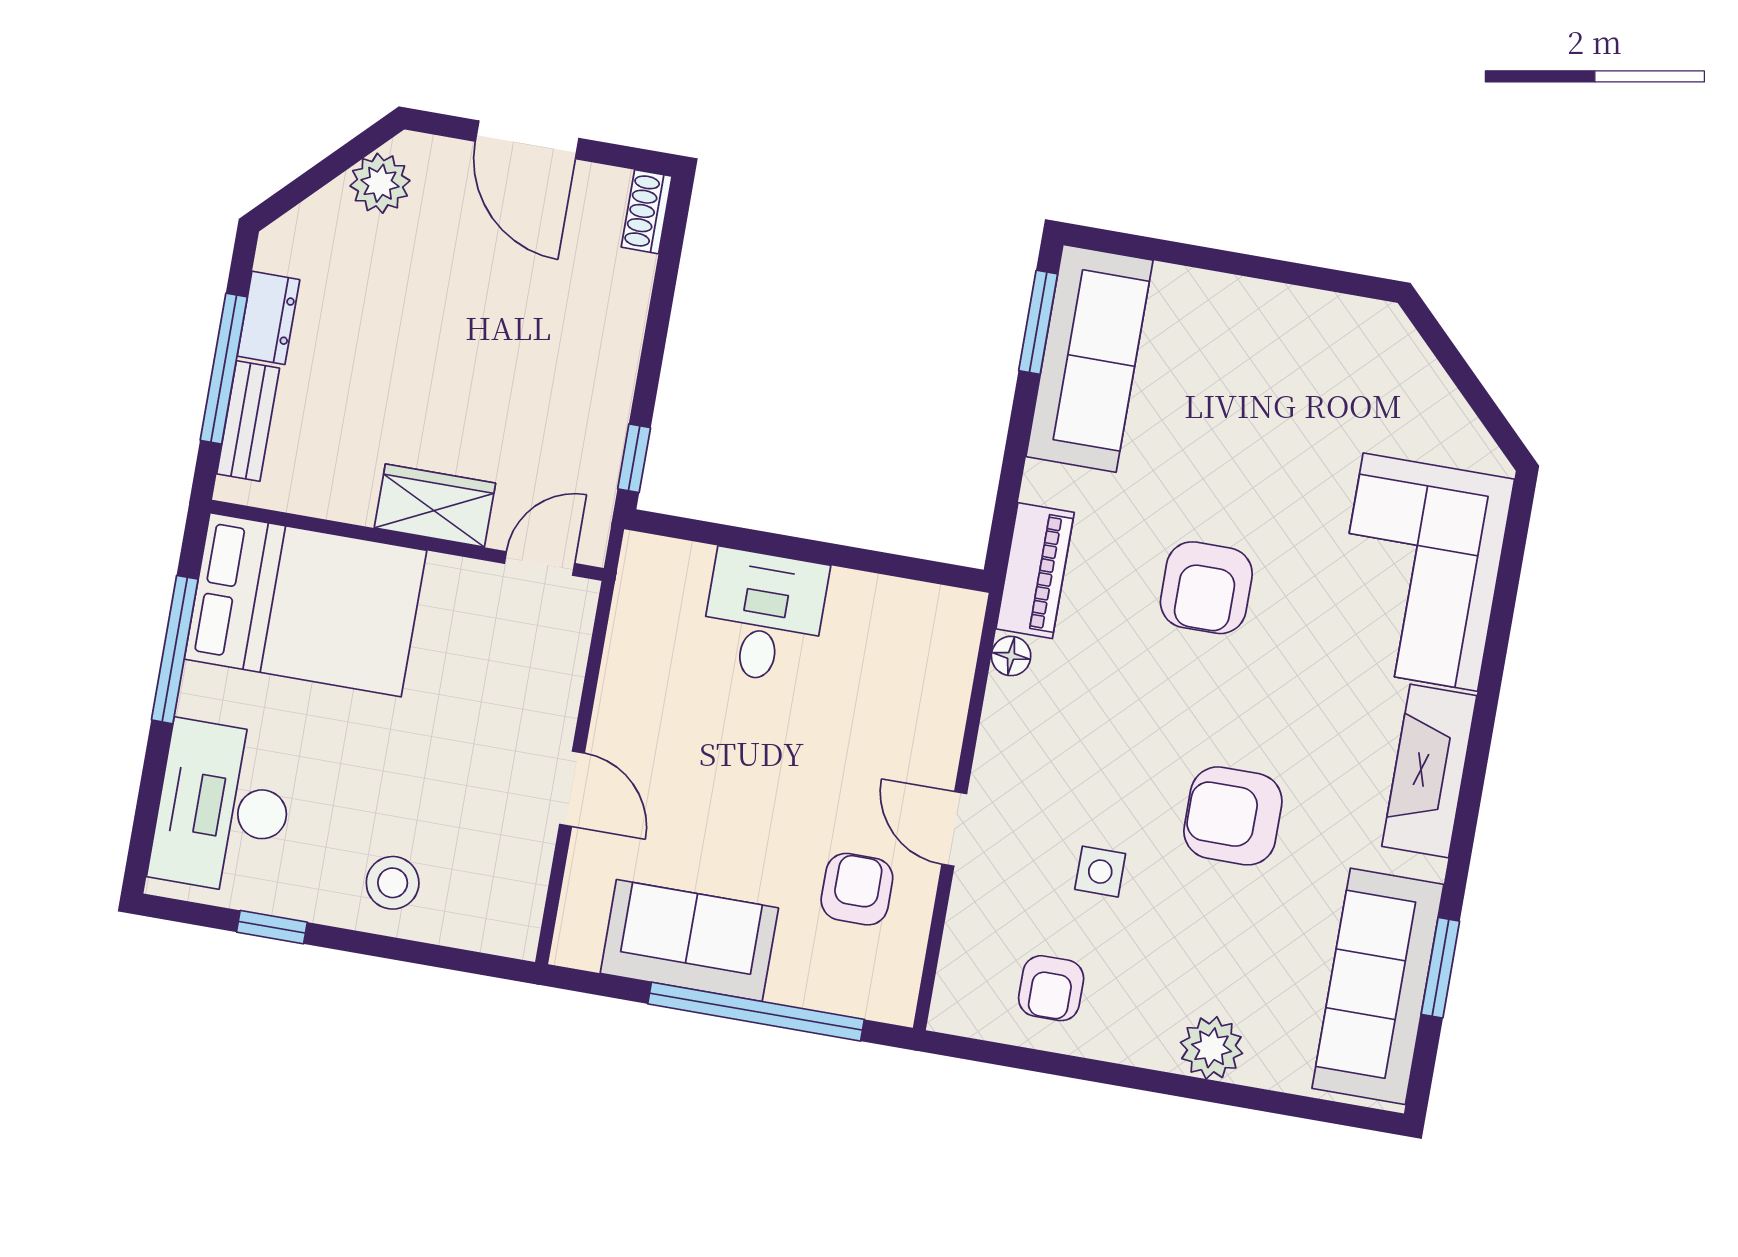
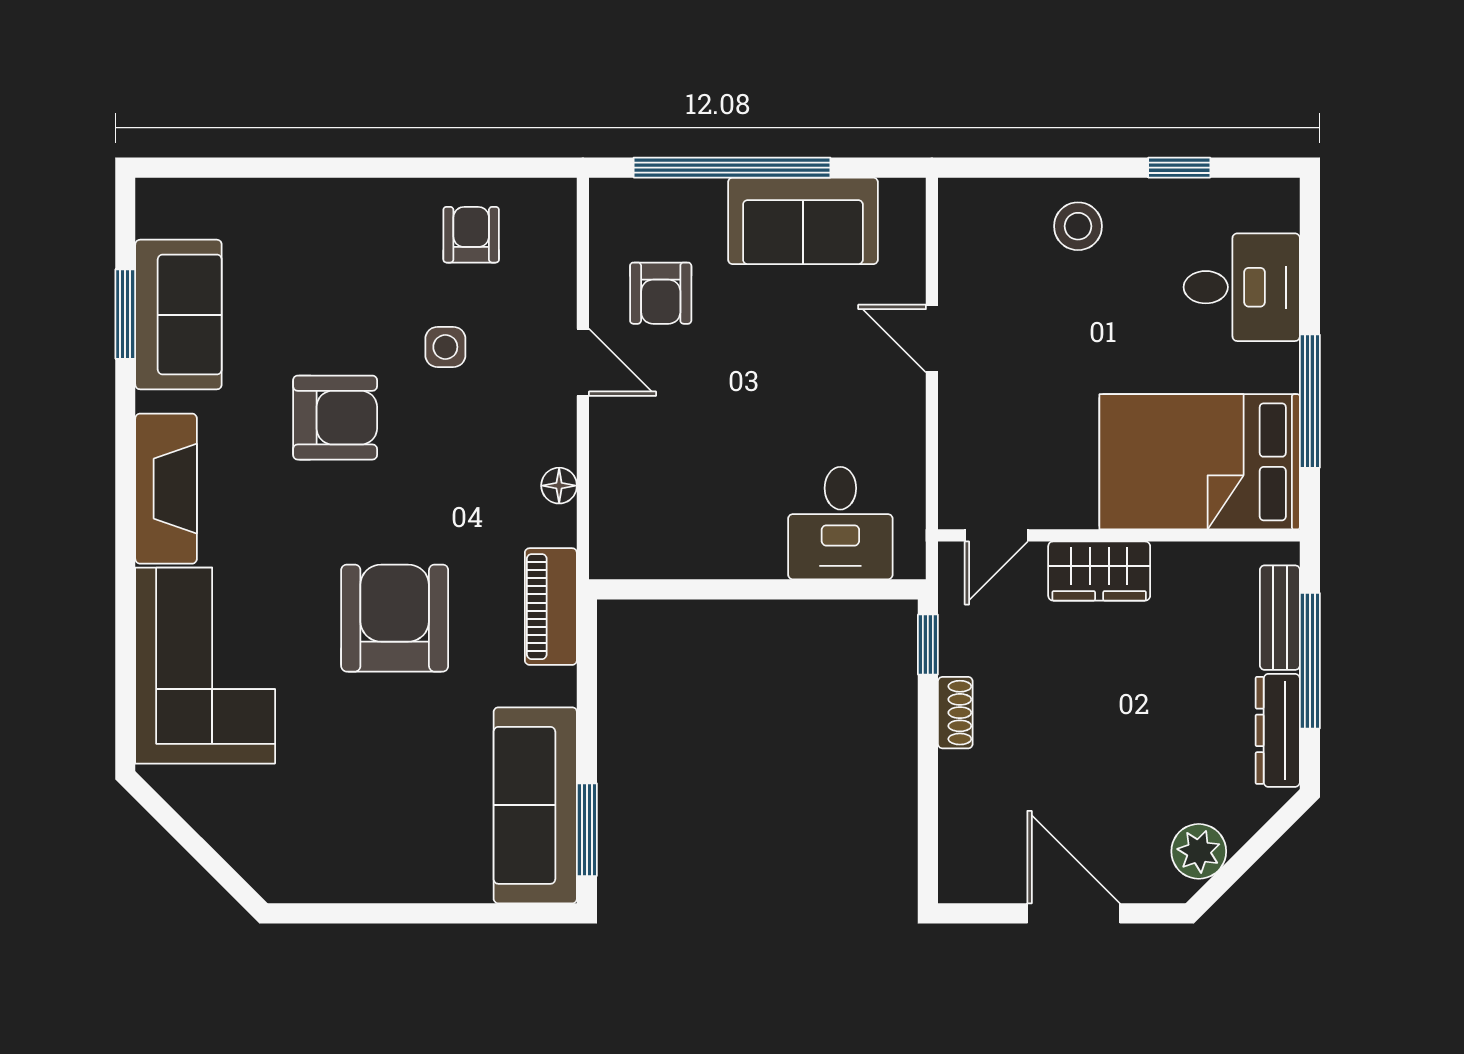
shoe rack: (647, 212) -> (955, 713), moved
dresser: (268, 318) -> (1278, 730), width x1.44
armchair: (1206, 588) -> (395, 618), width x1.36, depth x1.36
desk: (764, 616) -> (840, 523), moved
floor lamp: (1011, 656) -> (559, 486), moved
desk: (223, 808) -> (1242, 287), width x0.73
sofa: (1378, 986) -> (178, 315), width x0.73
plant: (1211, 1048) -> (318, 206), removed

